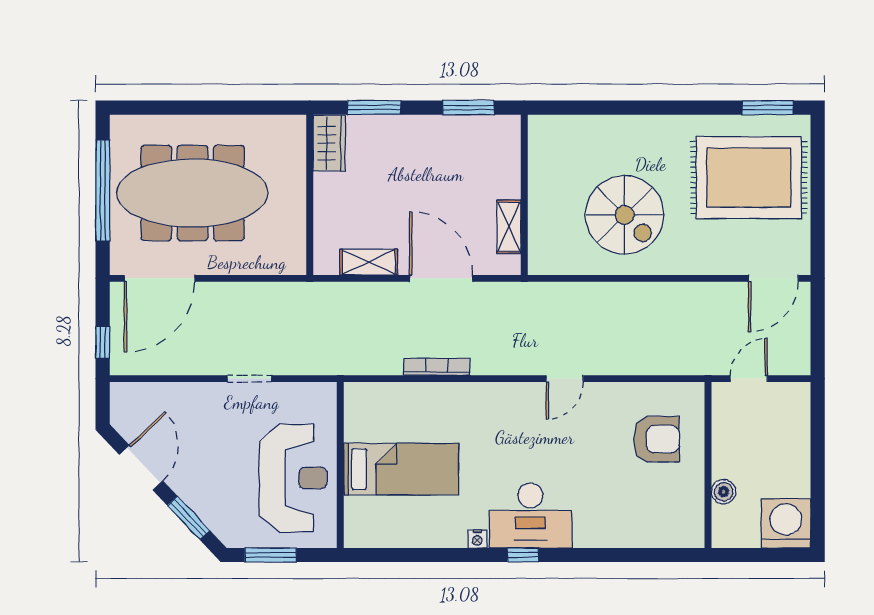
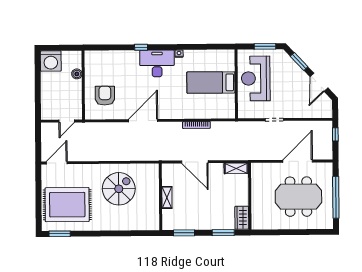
meeting table: (193, 193) -> (298, 197), width x0.73
spiral stairs: (625, 215) -> (119, 189), turned 90
shelving: (509, 227) -> (167, 197), moved
shelving: (369, 262) -> (236, 168), moved
door: (160, 278) -> (298, 161), moved
door: (565, 379) -> (143, 121), width x1.88
armchair: (656, 439) -> (105, 96), turned 90
window: (523, 555) -> (141, 47), moved

